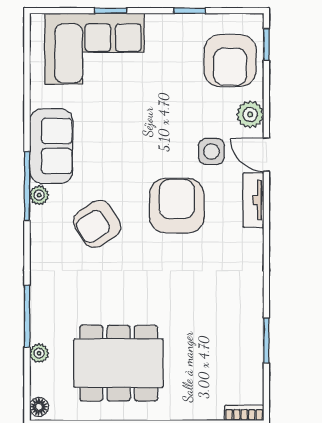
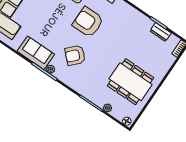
armchair: (97, 224) -> (75, 55), turned 76
dresser: (252, 356) -> (161, 32), added
dining table: (119, 363) -> (131, 82), turned 90

